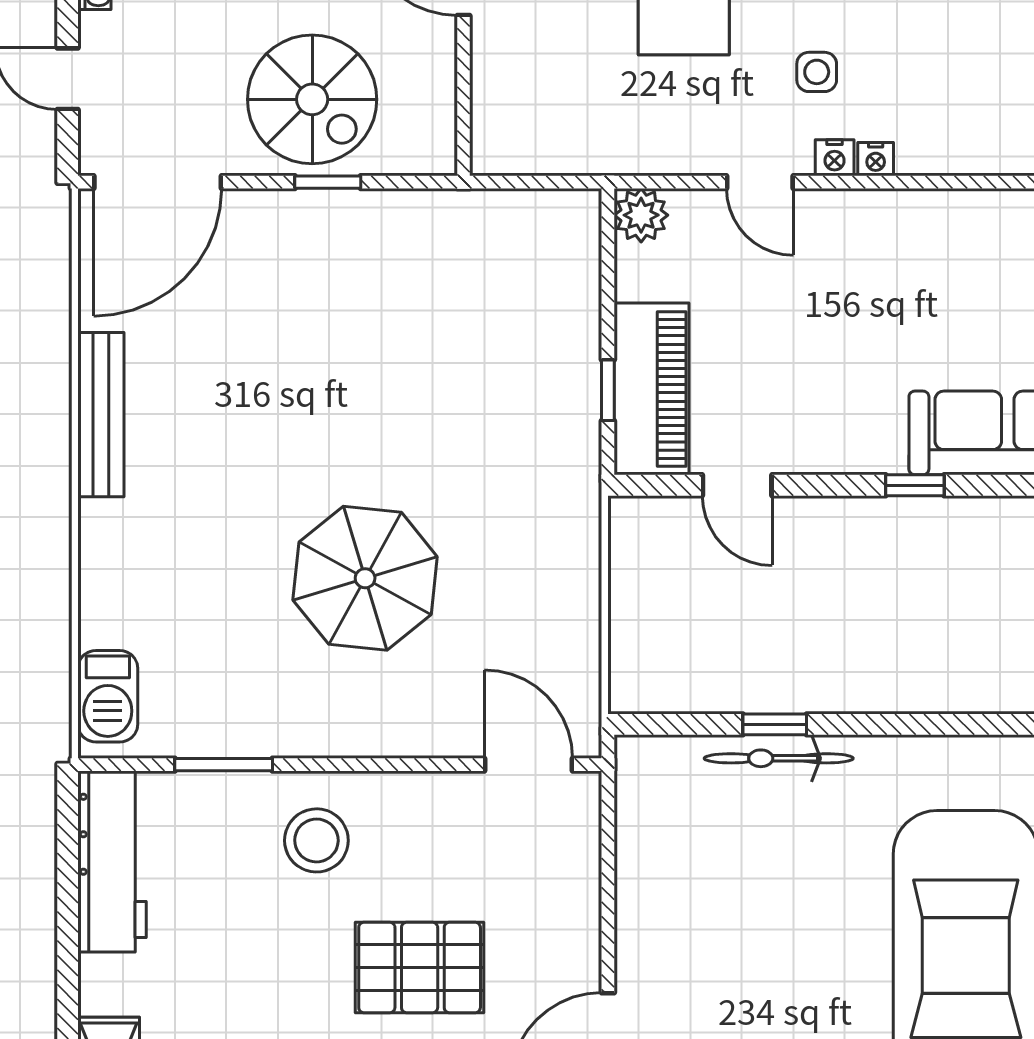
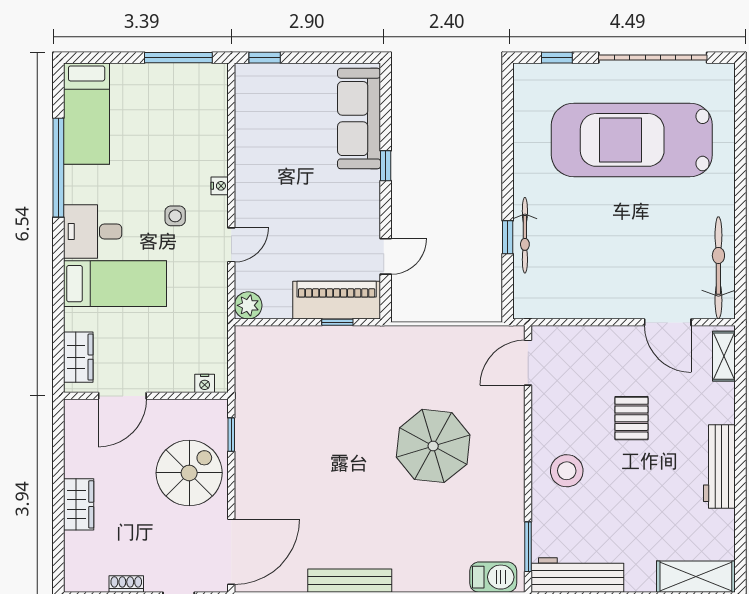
nightstand: (835, 158) -> (205, 383), moved, turned 90
door: (158, 182) -> (231, 552), hinge flipped
window: (328, 182) -> (231, 435), moved
window: (224, 765) -> (528, 547), moved
pallet: (420, 967) -> (631, 418), width x0.67, depth x0.71

